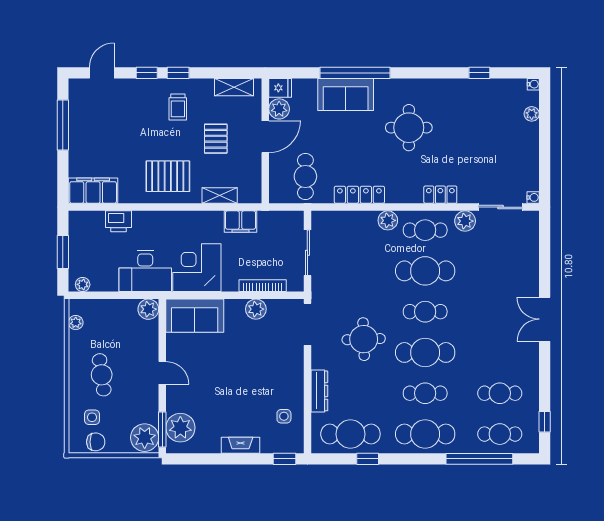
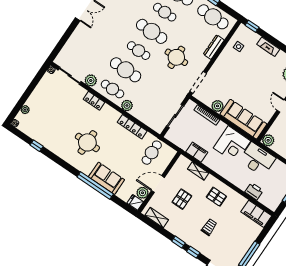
trolley: (178, 107) -> (209, 227), moved
pallet: (168, 176) -> (216, 197), width x0.67, depth x0.71
sofa: (195, 316) -> (243, 119), width x1.36

